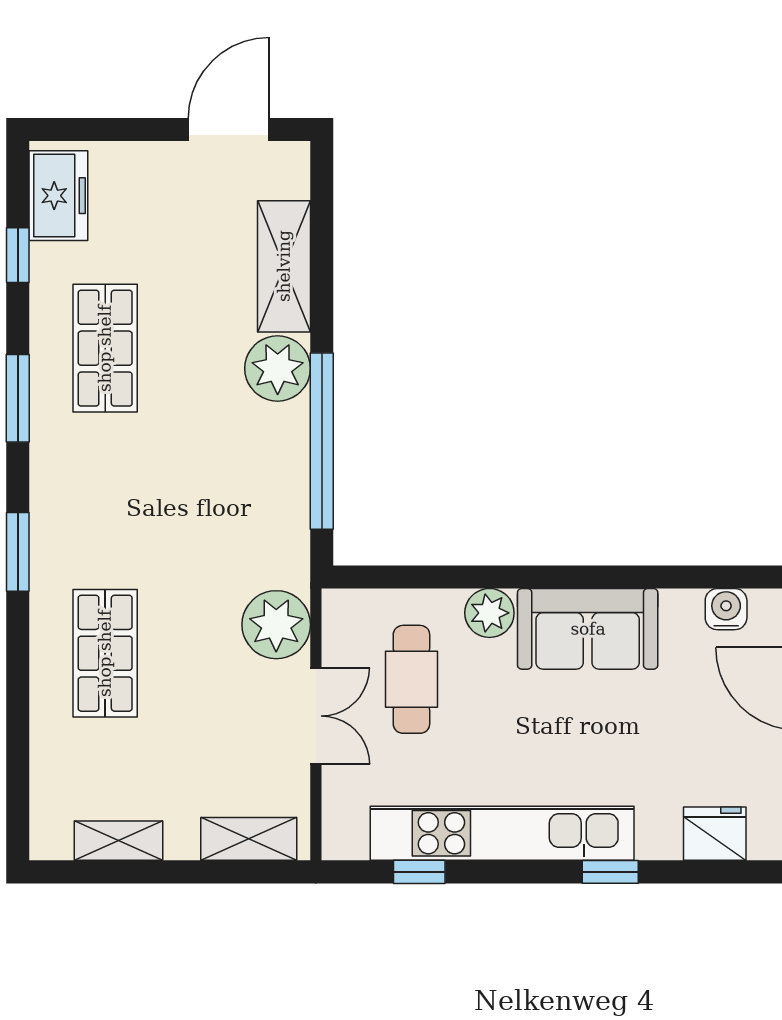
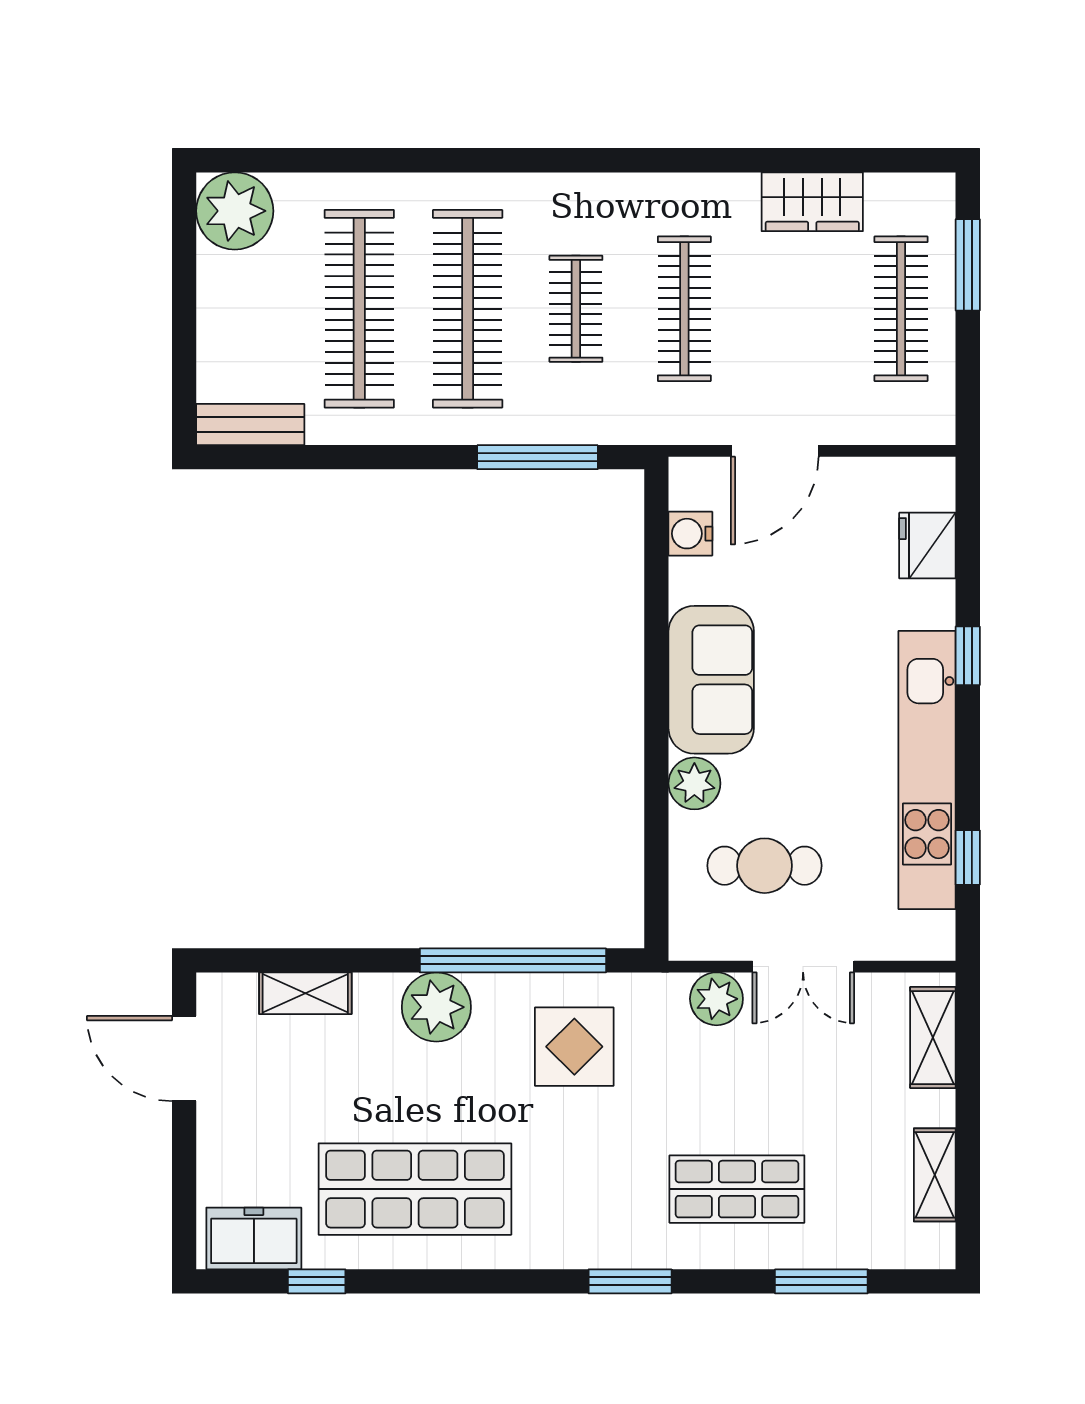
shelving: (284, 266) -> (305, 993), width x0.67, depth x0.75
shop shelf: (105, 348) -> (415, 1189), width x1.43, depth x1.36
window: (18, 398) -> (821, 1281), moved
display table: (240, 499) -> (574, 1047), added
plant: (276, 625) -> (716, 999), width x0.73, depth x0.73
double door: (316, 716) -> (803, 967), swing flipped

